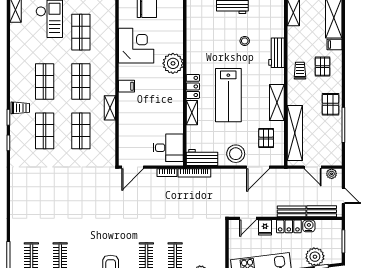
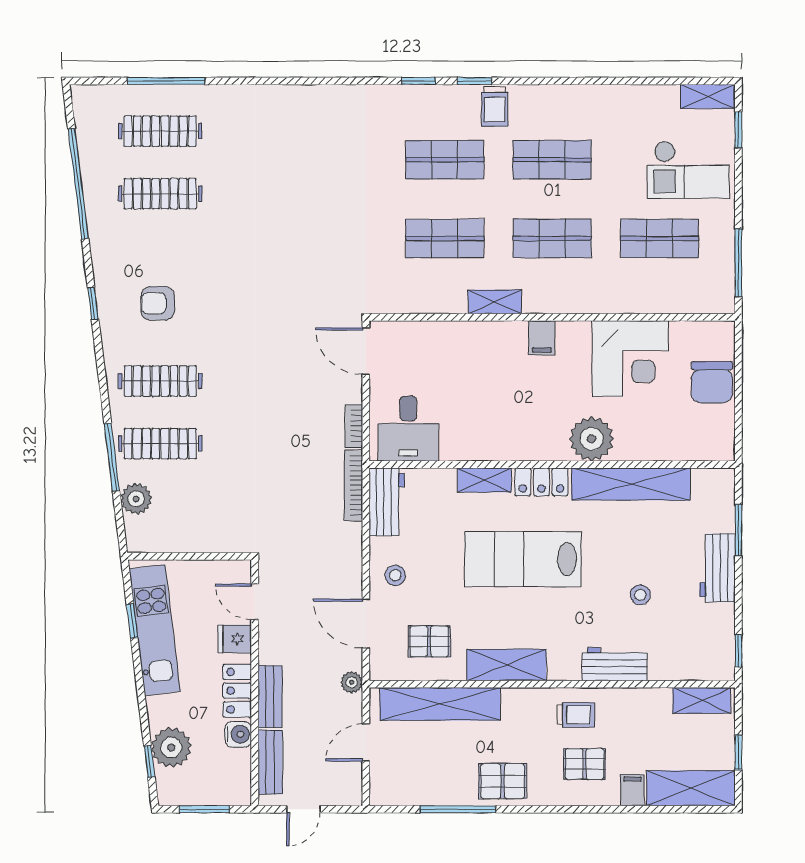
shelving: (194, 45) -> (631, 484), added
stool: (236, 154) -> (395, 575), width x0.53, depth x0.53
plant: (332, 174) -> (352, 682), moved

